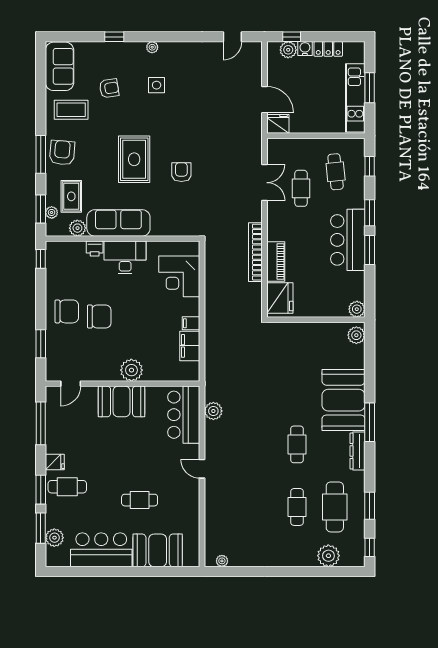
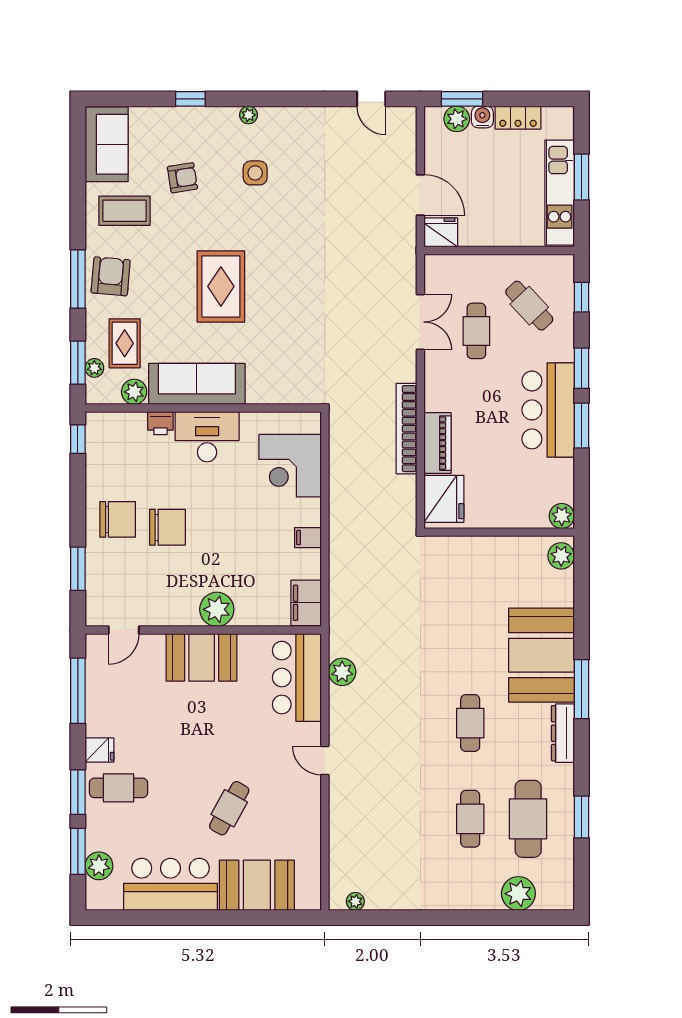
door: (232, 37) -> (371, 99), hinge flipped
window: (292, 37) -> (462, 99), width x1.50
armchair: (181, 172) -> (293, 306), removed
cafe table: (336, 172) -> (529, 306), turned -37
filing cabinet: (190, 346) -> (306, 603), moved
cafe table: (140, 500) -> (229, 808), turned -61
window: (370, 547) -> (582, 881), removed

